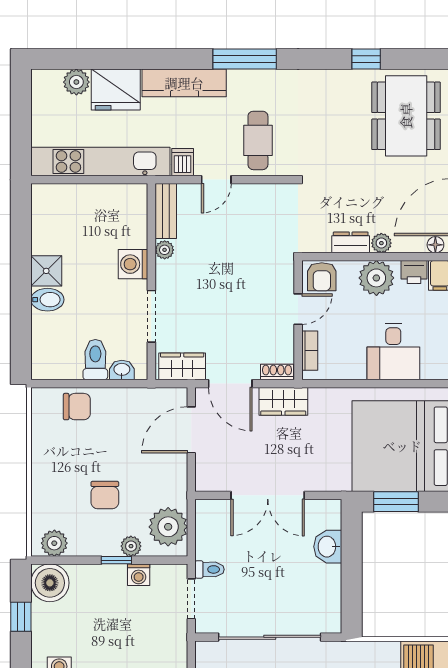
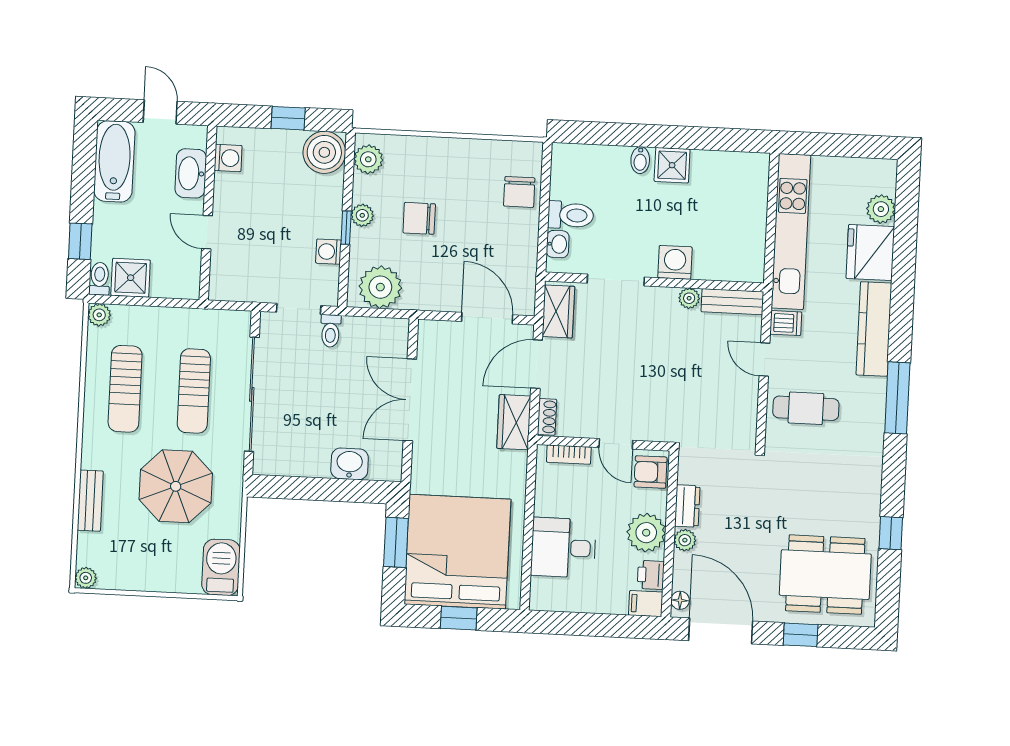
bidet: (47, 300) -> (640, 160), width x0.72, depth x0.74
plant: (131, 546) -> (362, 215), moved

